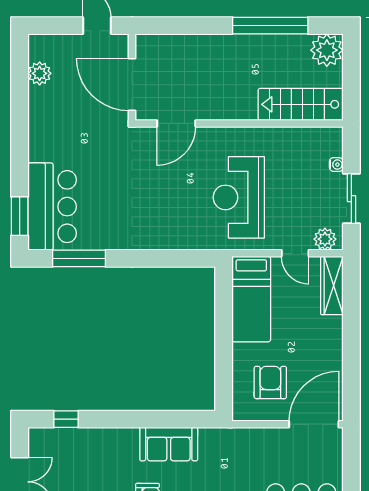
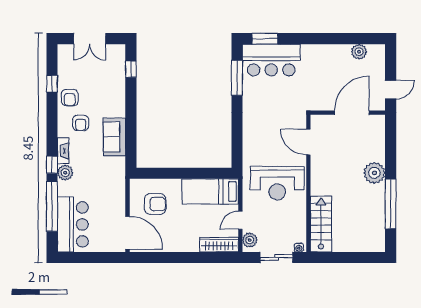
plant: (327, 50) -> (374, 173), moved
stairs: (301, 104) -> (321, 224), moved
door: (176, 123) -> (308, 142), moved
wall: (239, 123) -> (308, 183), moved
reception desk: (239, 197) -> (277, 183), turned 180

